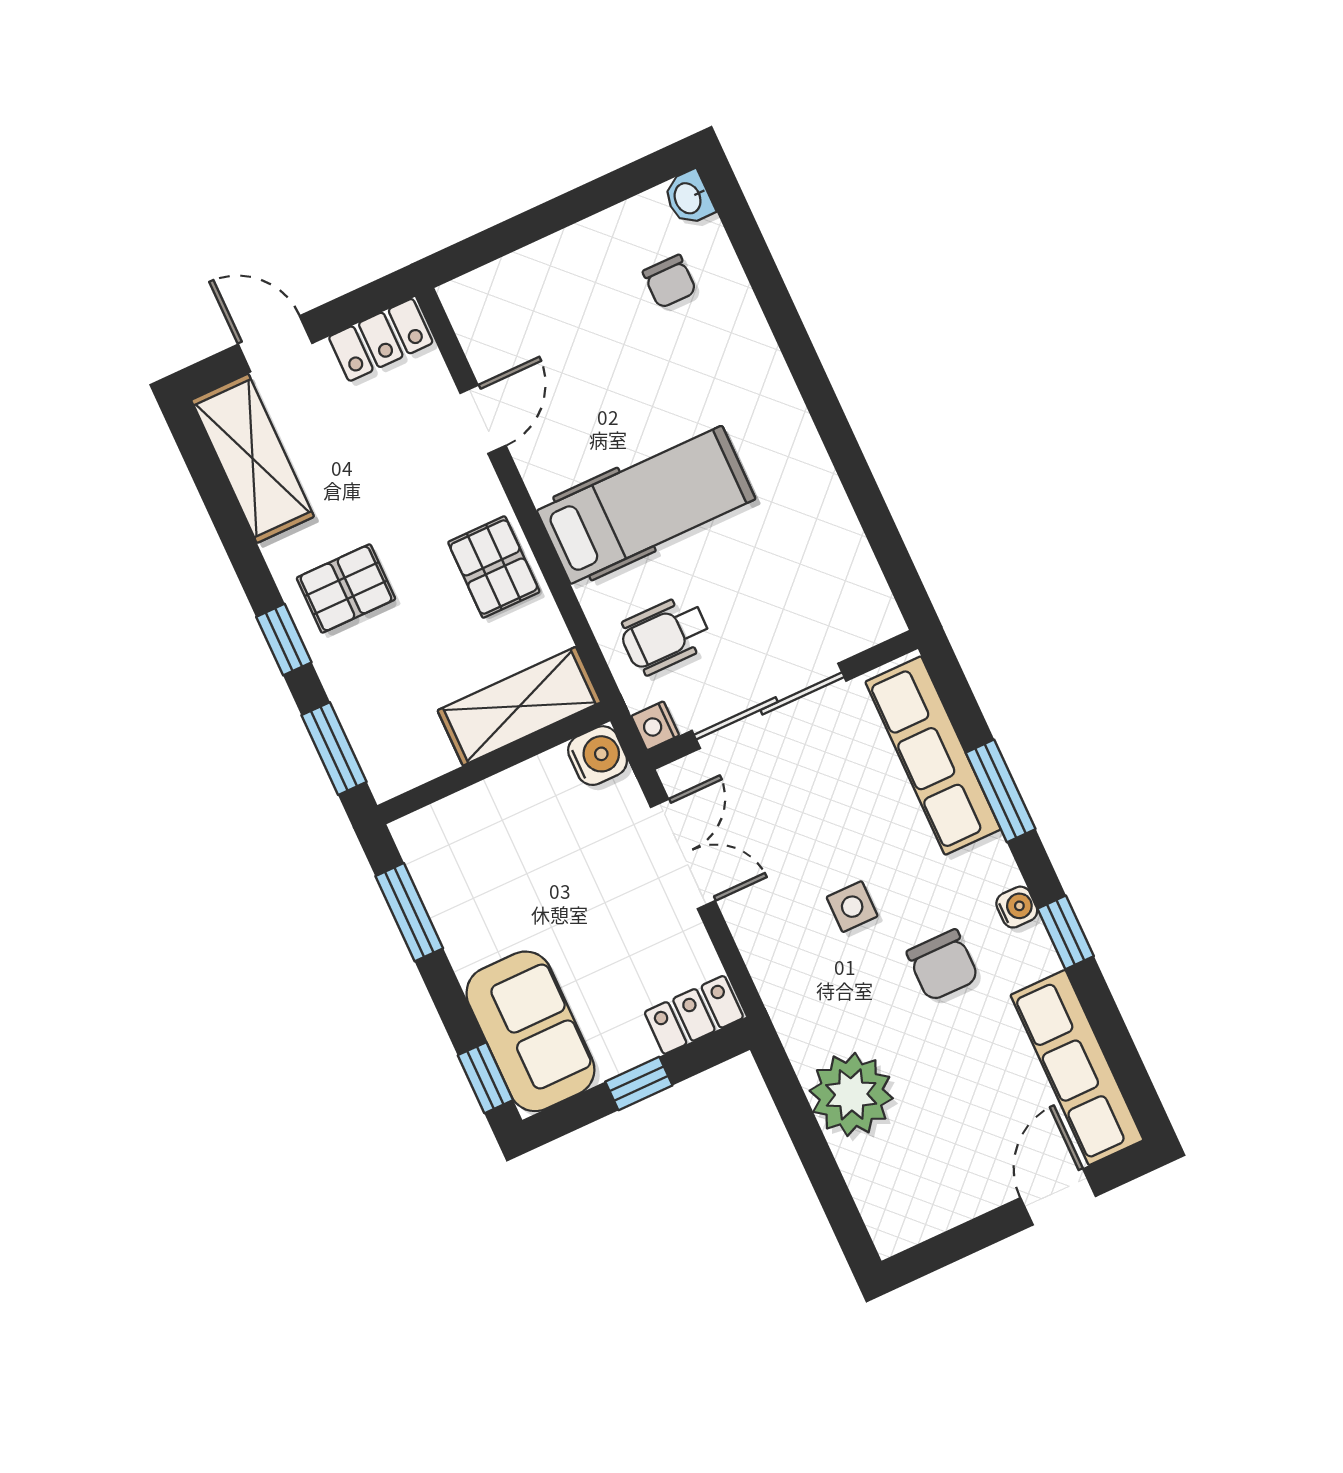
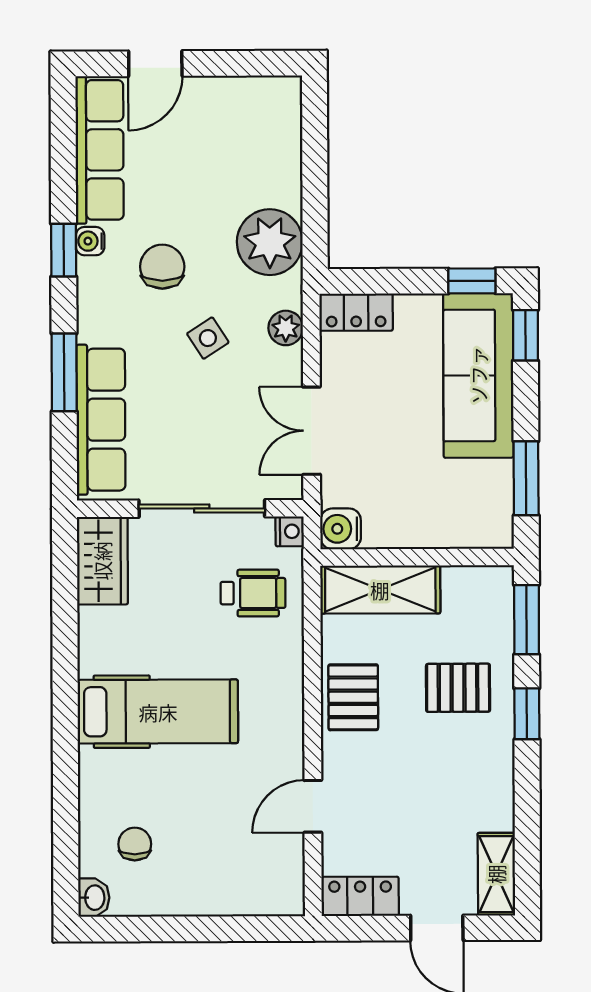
shelving: (253, 458) -> (496, 874), width x0.67, depth x0.75
hospital bed: (646, 505) -> (158, 712), moved, turned 180
pallet: (346, 588) -> (458, 688), moved
wardrobe: (857, 593) -> (102, 561), added
side table: (852, 907) -> (208, 338), turned -33
water cooler: (1017, 907) -> (90, 241), moved
plant: (767, 959) -> (286, 328), added
sofa: (530, 1031) -> (478, 375), width x1.36
window: (639, 1084) -> (472, 281), moved
plant: (851, 1094) -> (270, 242), moved

